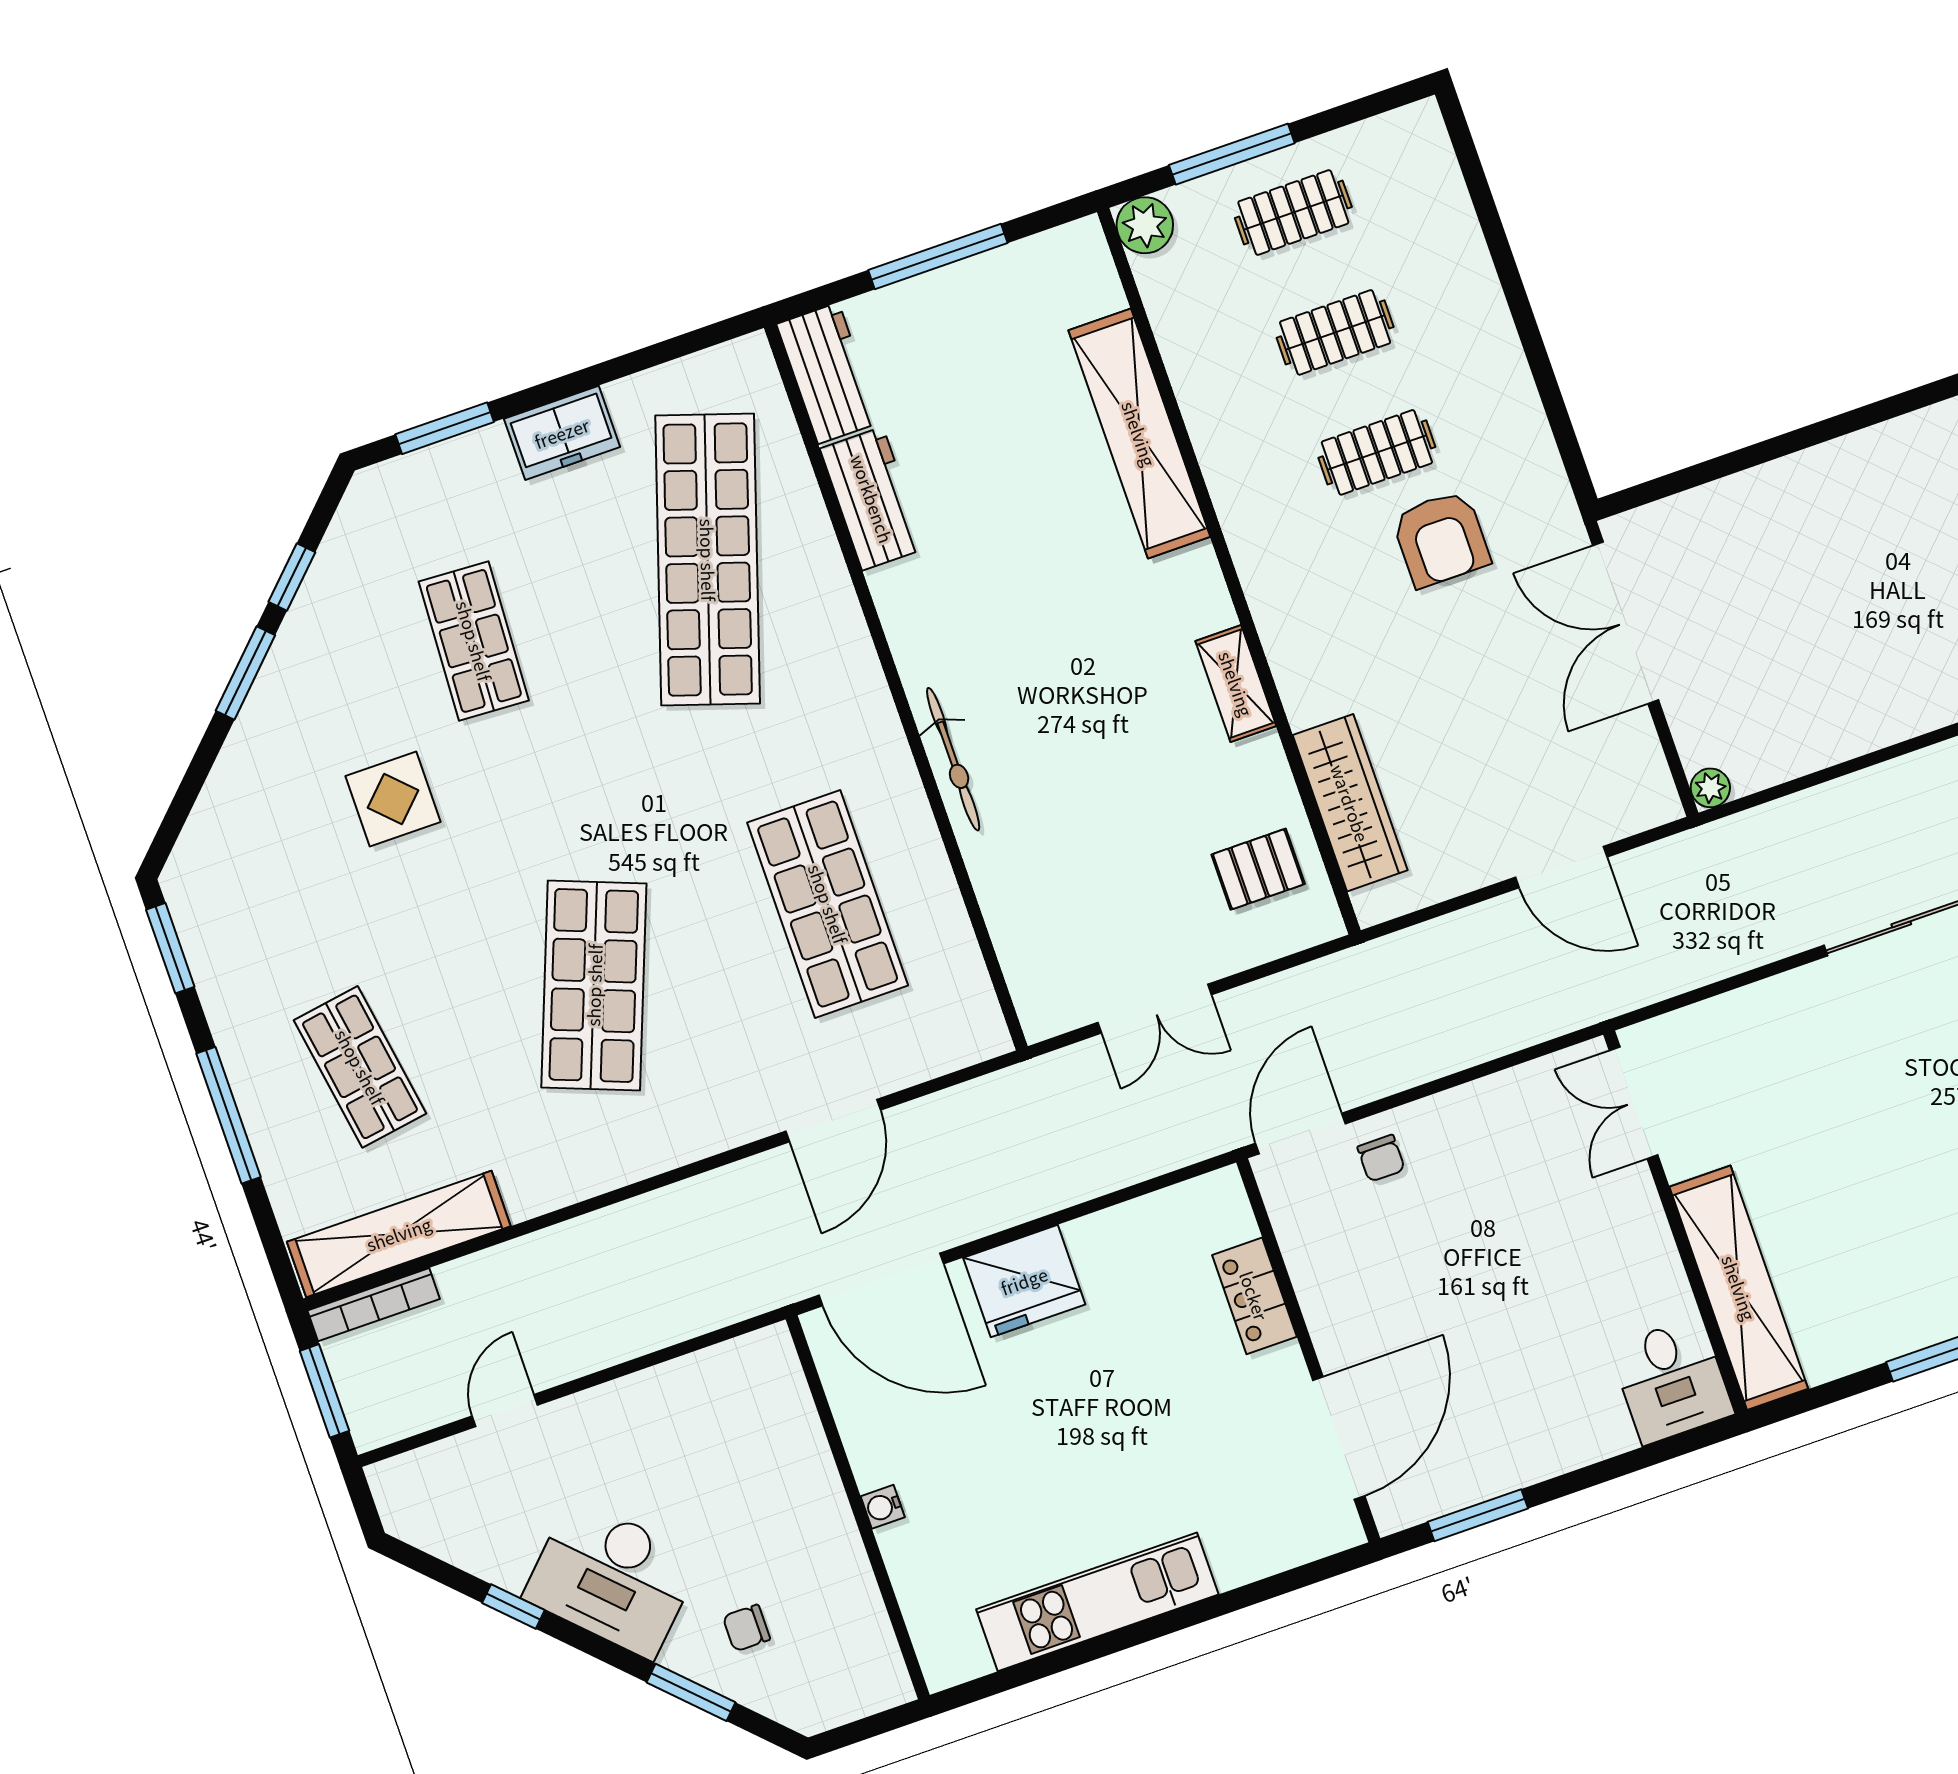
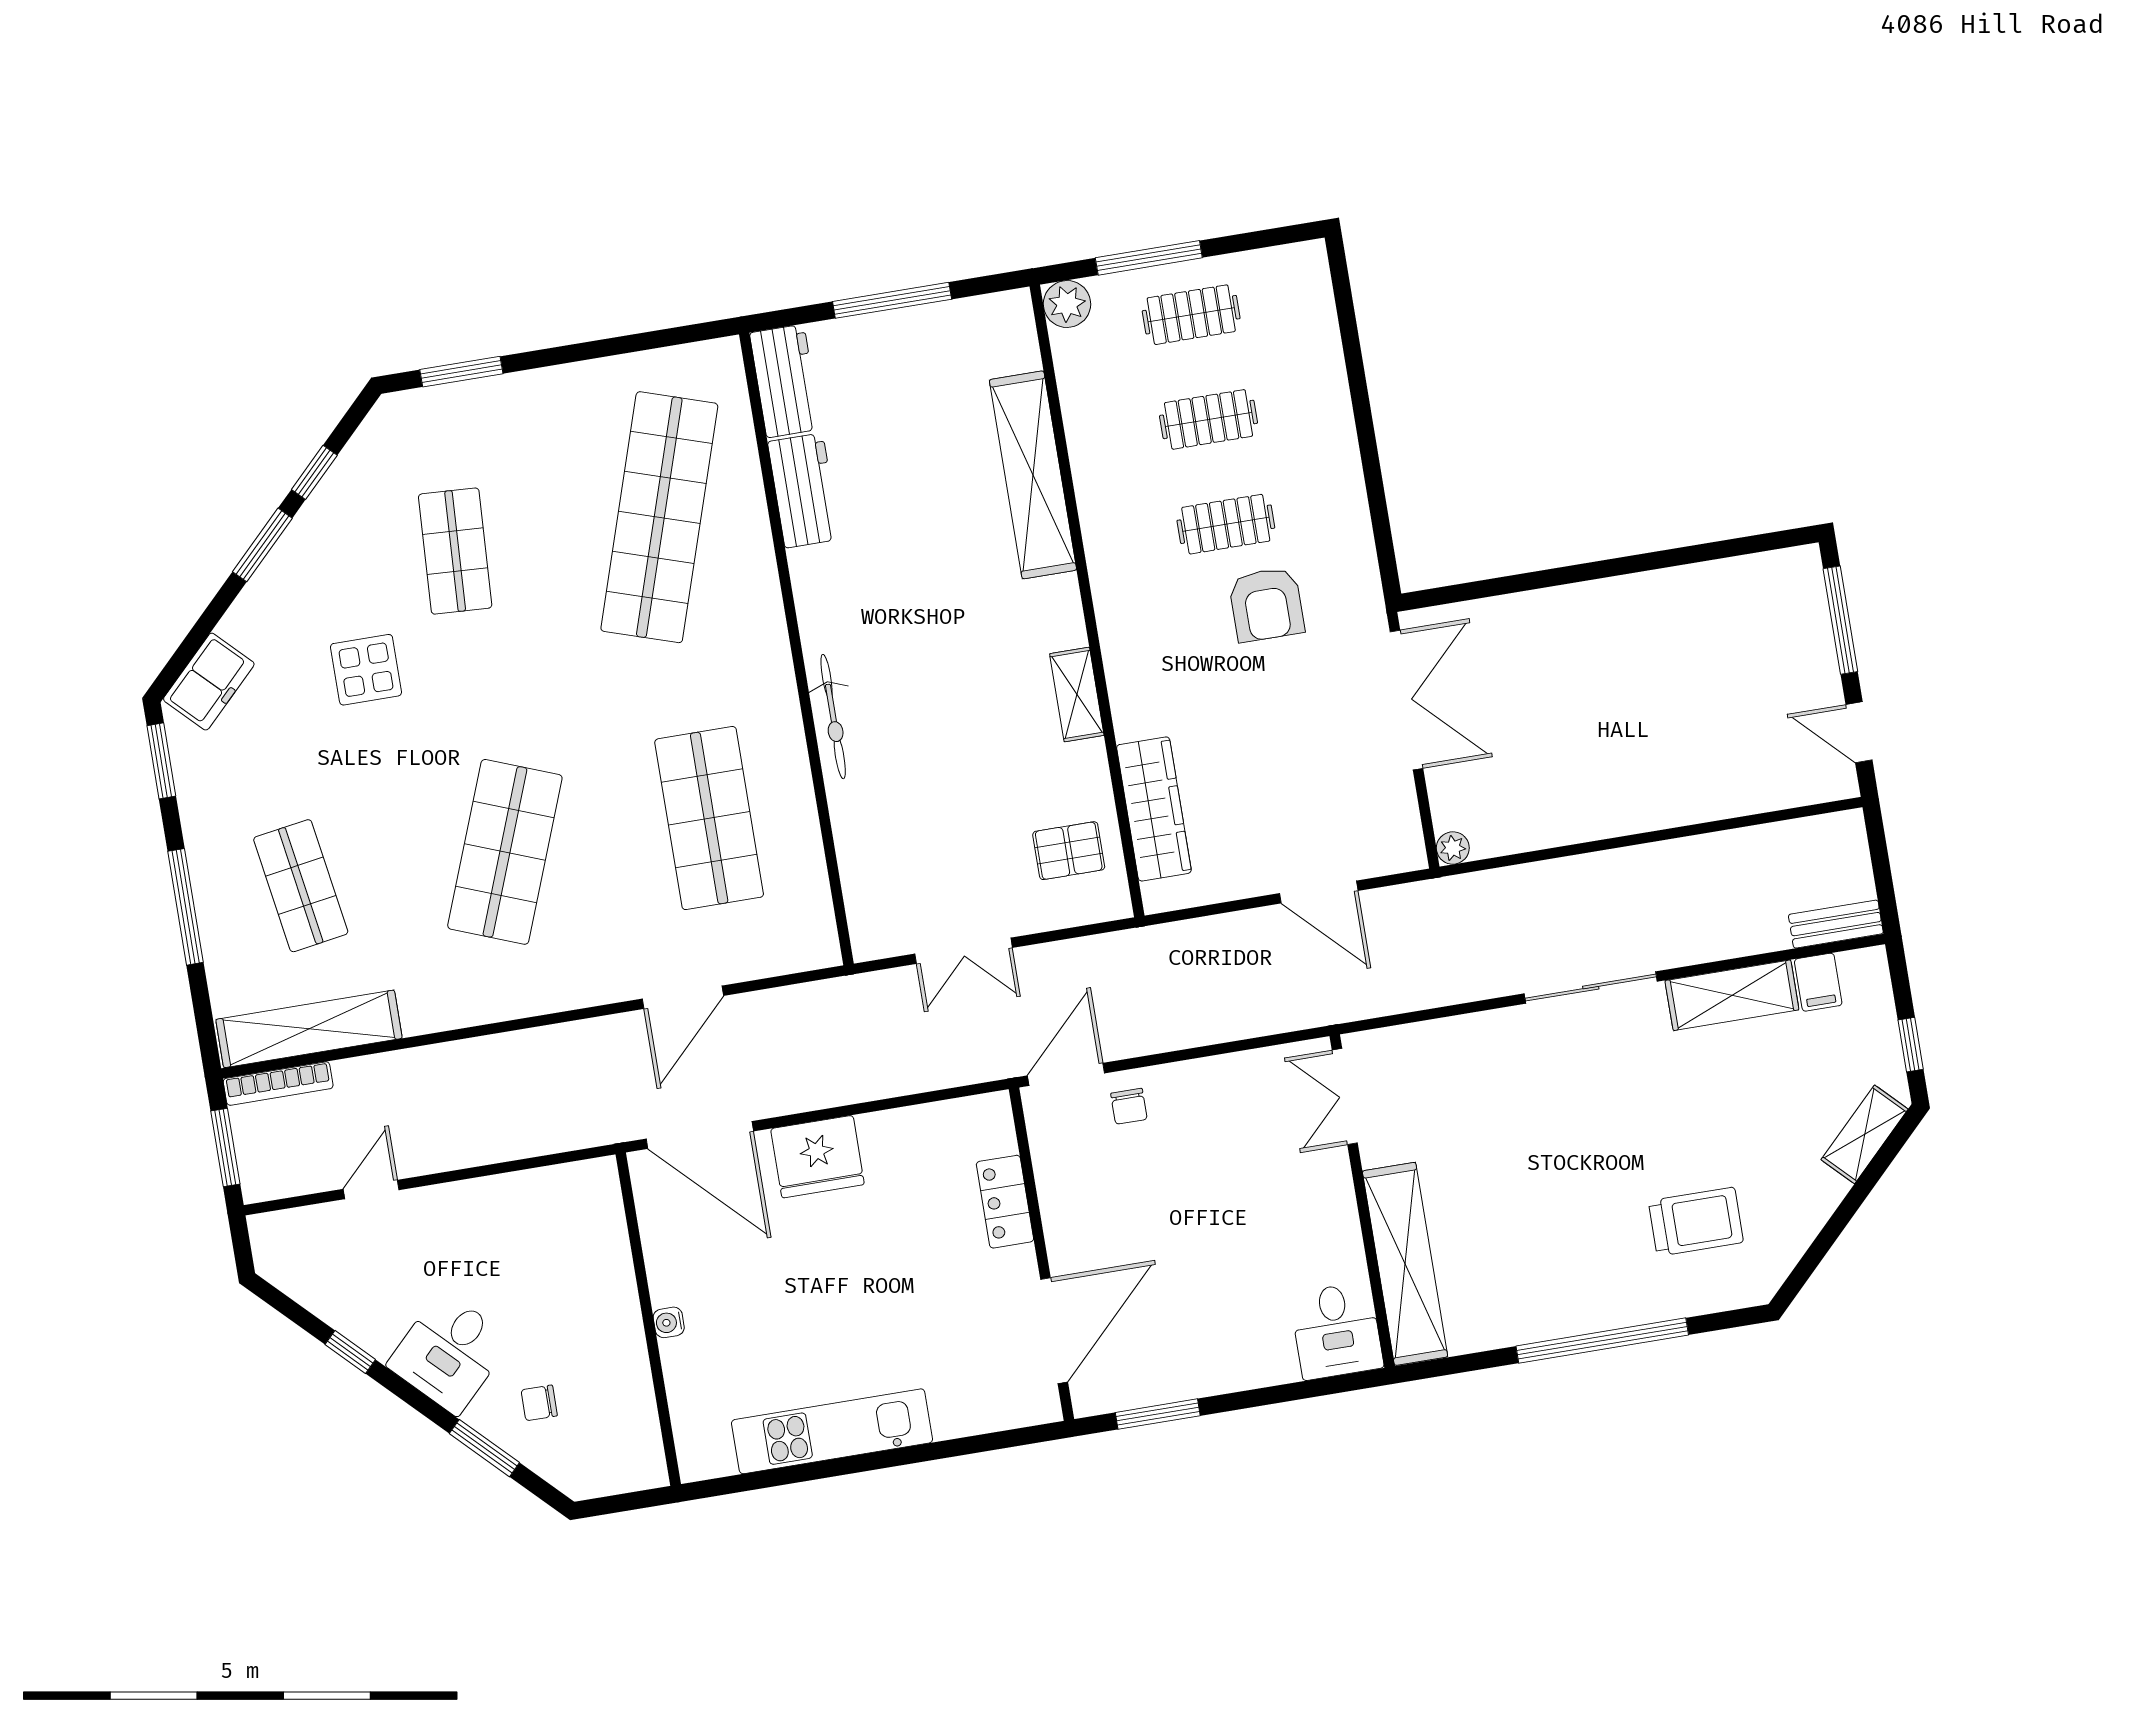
freezer: (562, 433) -> (209, 682), moved, turned -45
double door: (1626, 623) -> (1406, 700), swing flipped
desk: (612, 1578) -> (449, 1352), width x0.73

